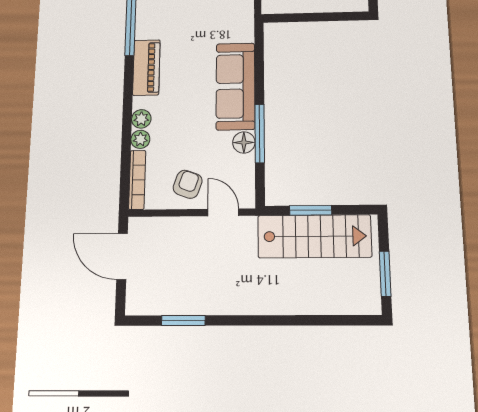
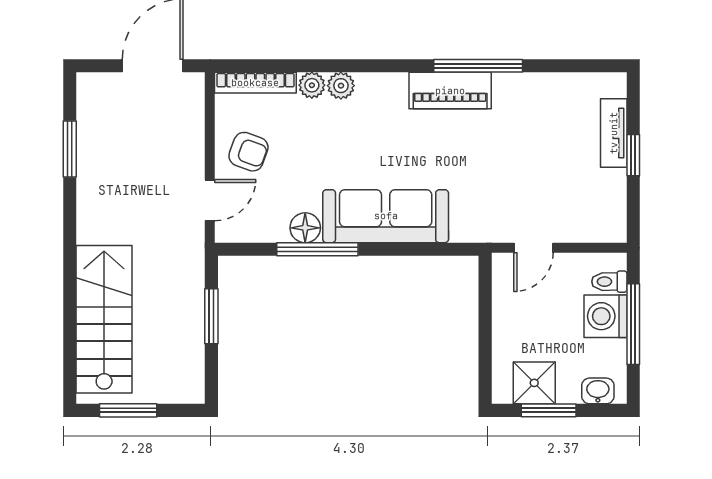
piano: (146, 67) -> (450, 91), moved
stairs: (314, 236) -> (104, 319), moved, turned 180

